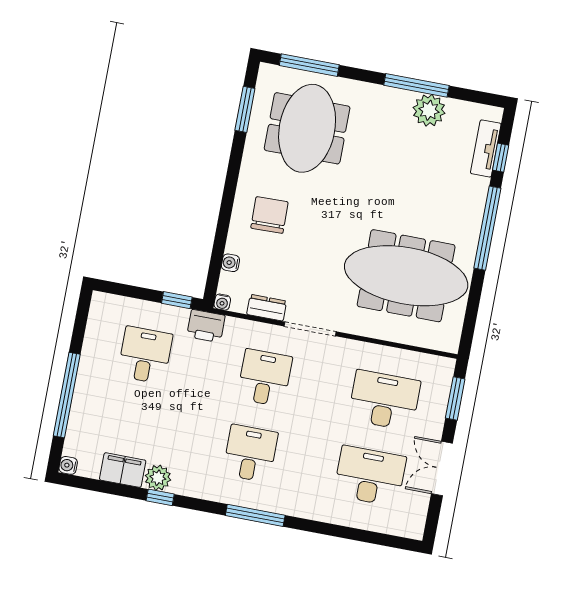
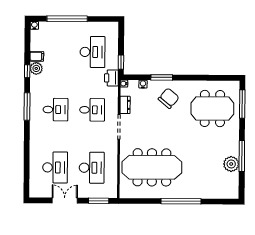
window: (245, 109) -> (162, 77), moved
tv unit: (486, 148) -> (218, 194), removed
window: (501, 158) -> (215, 202), removed
chair: (269, 215) -> (169, 98), turned -49
meeting table: (406, 276) -> (152, 167), turned 90
desk: (145, 355) -> (93, 52), width x1.37
filing cabinet: (123, 470) -> (37, 56), width x0.50
window: (255, 515) -> (27, 107), moved

